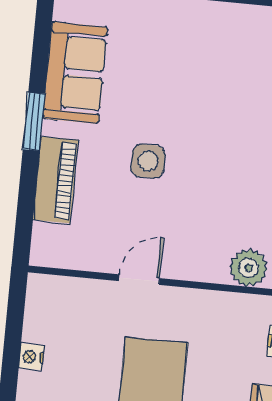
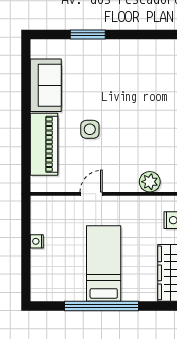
window: (34, 122) -> (26, 114), removed
piano: (55, 180) -> (44, 144), width x1.37, depth x1.33

